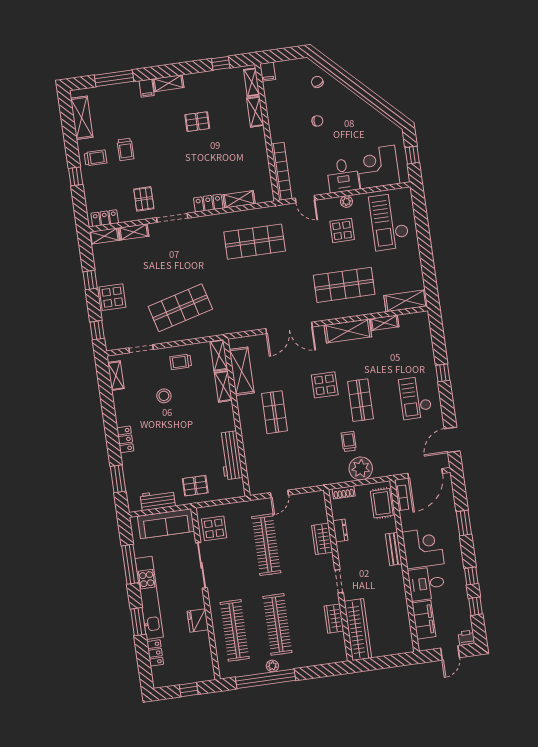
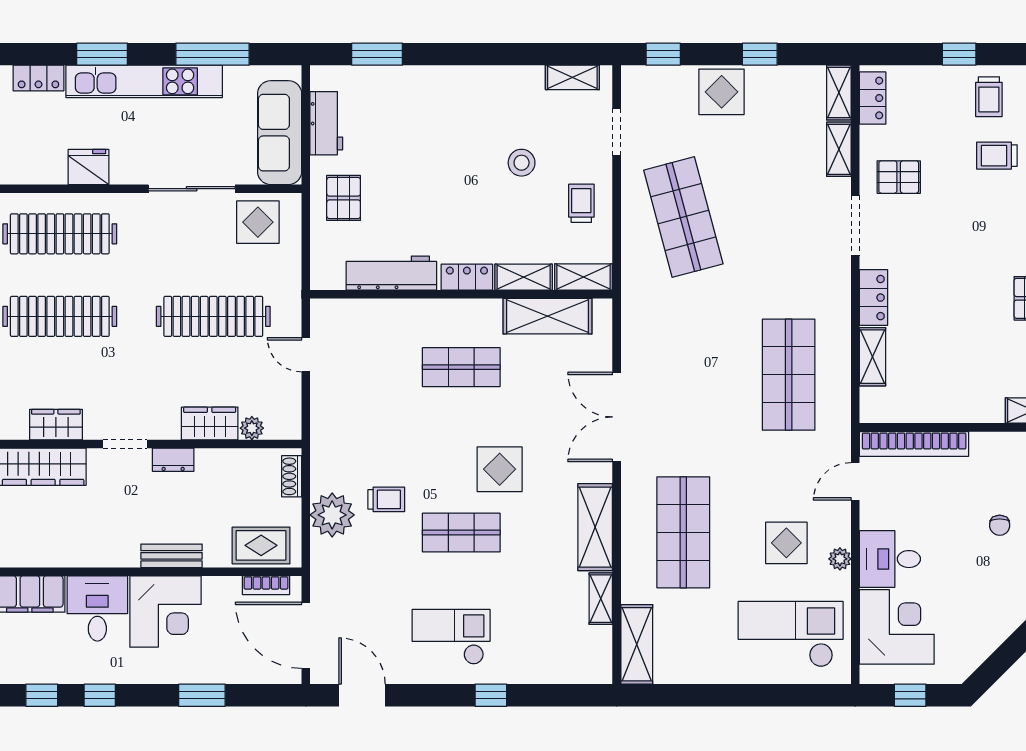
locker: (125, 439) -> (467, 277), moved, turned 180
plant: (321, 517) -> (252, 428), added
dresser: (340, 530) -> (173, 460), moved

